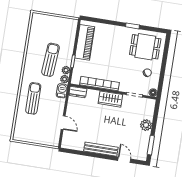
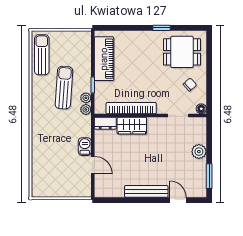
barbecue: (62, 91) -> (85, 147), moved
sun lounger: (33, 98) -> (42, 55), moved
wardrobe: (110, 99) -> (132, 126), moved

